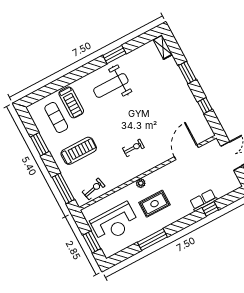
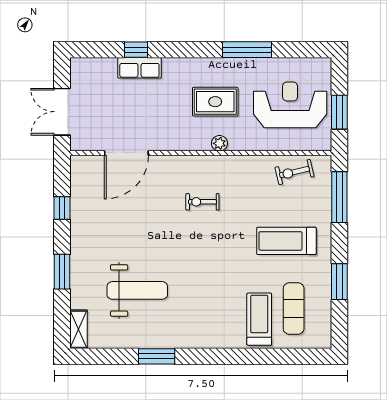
weight bench: (111, 86) -> (137, 290), moved
window: (92, 242) -> (339, 112), moved

